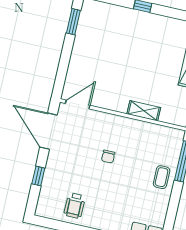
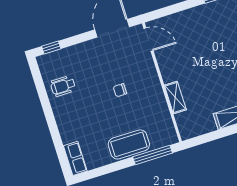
window: (38, 176) -> (51, 47), moved
coffee table: (162, 177) -> (129, 144), width x1.86, depth x1.72

